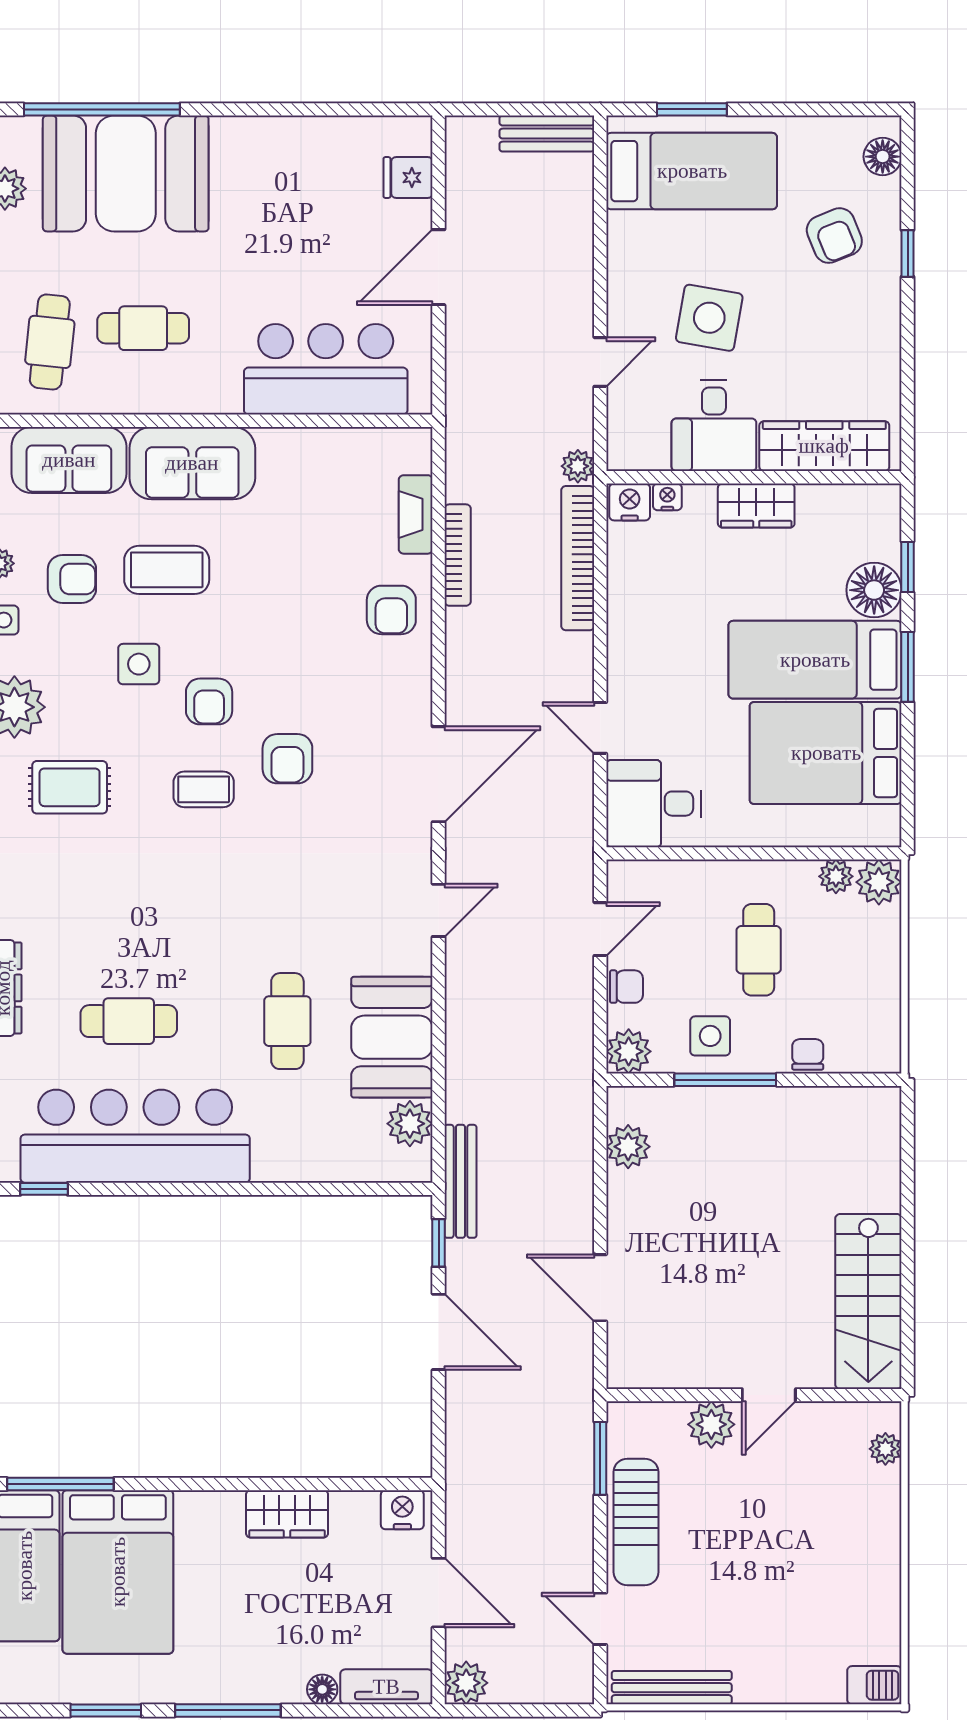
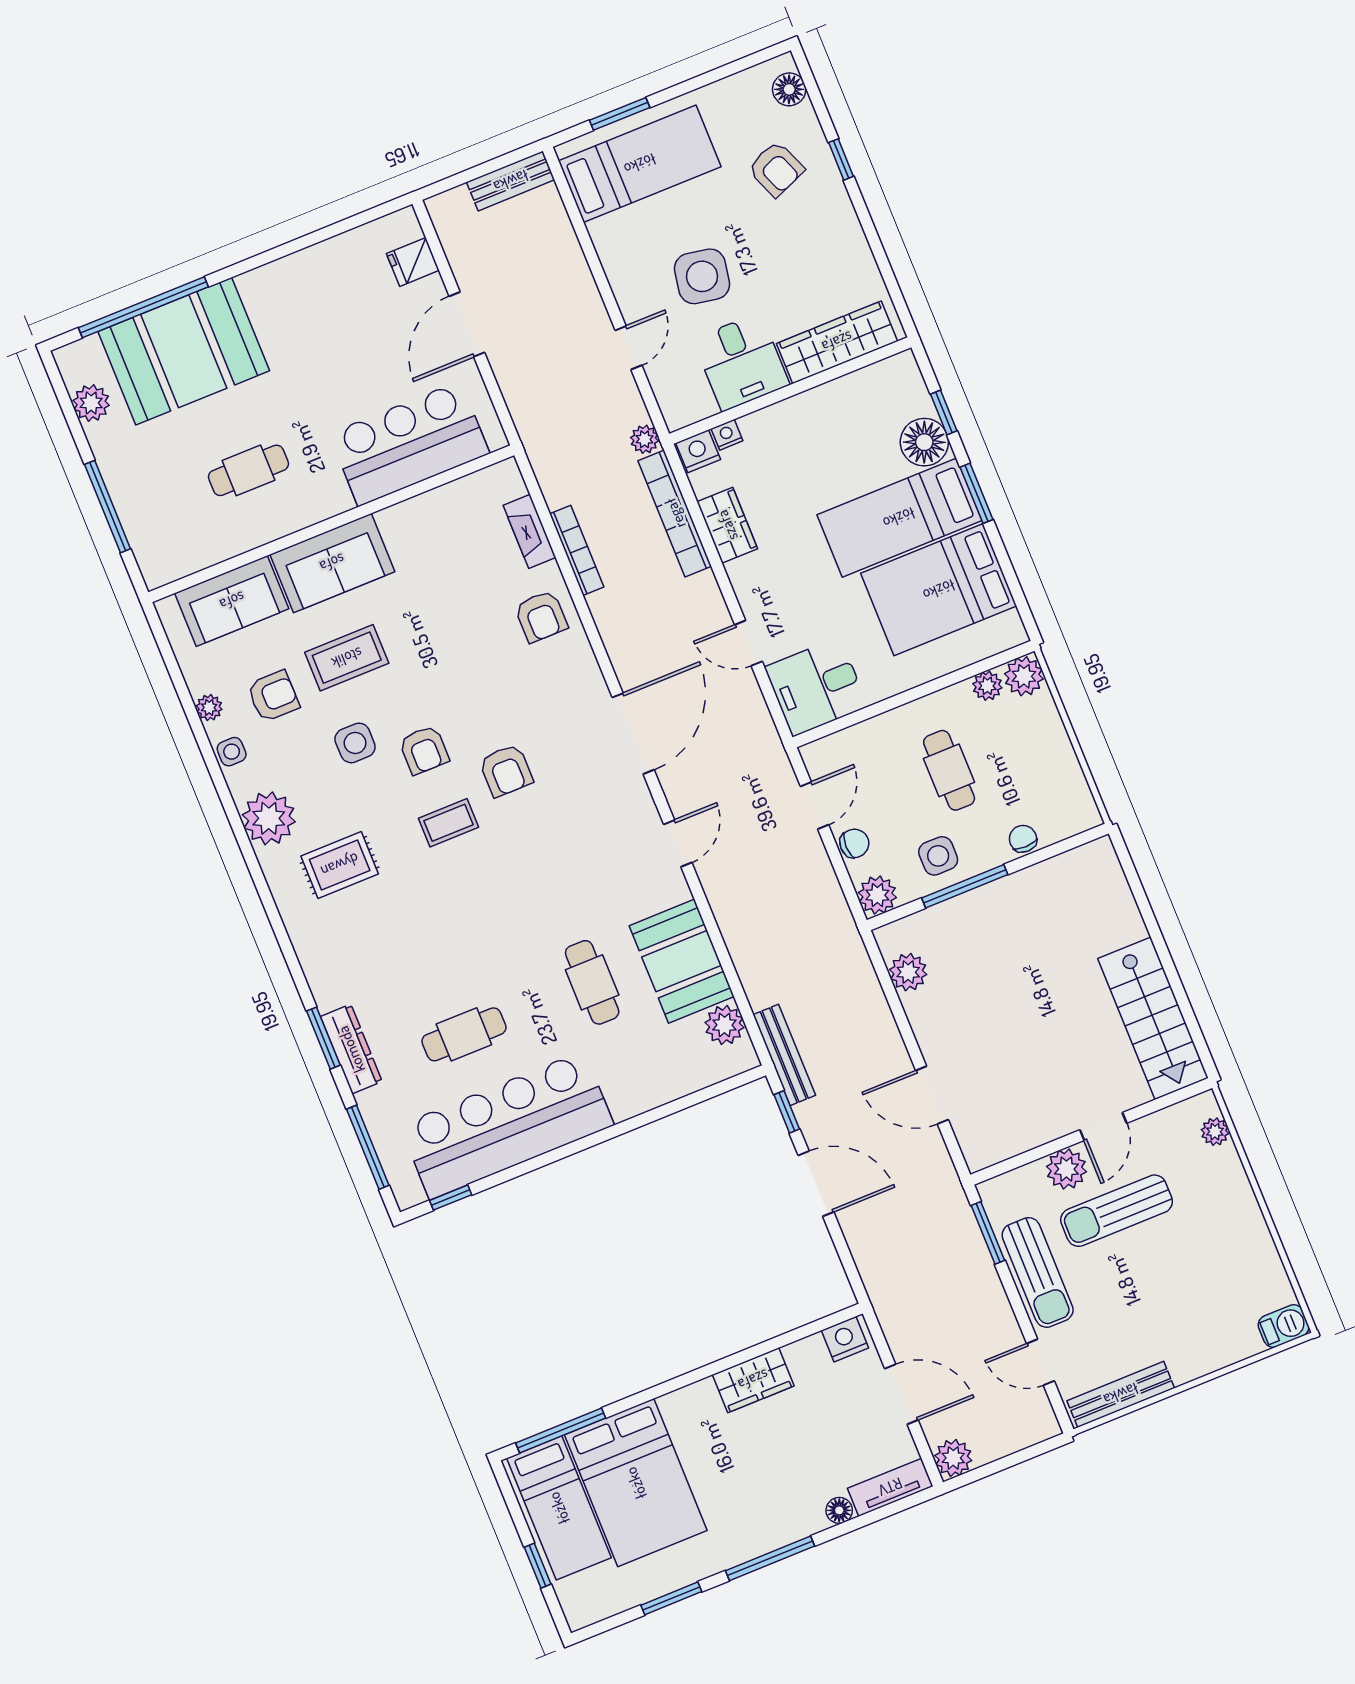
cafe table: (50, 342) -> (178, 512), removed
wardrobe: (756, 506) -> (727, 525), moved, turned -90
sun lounger: (747, 1490) -> (1117, 1211), added

